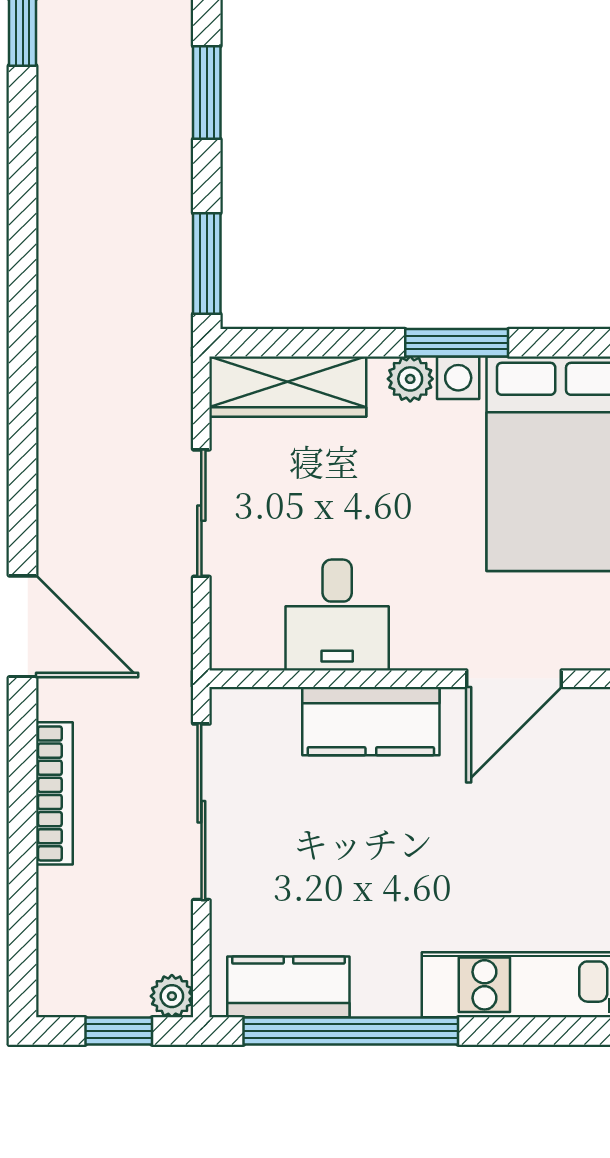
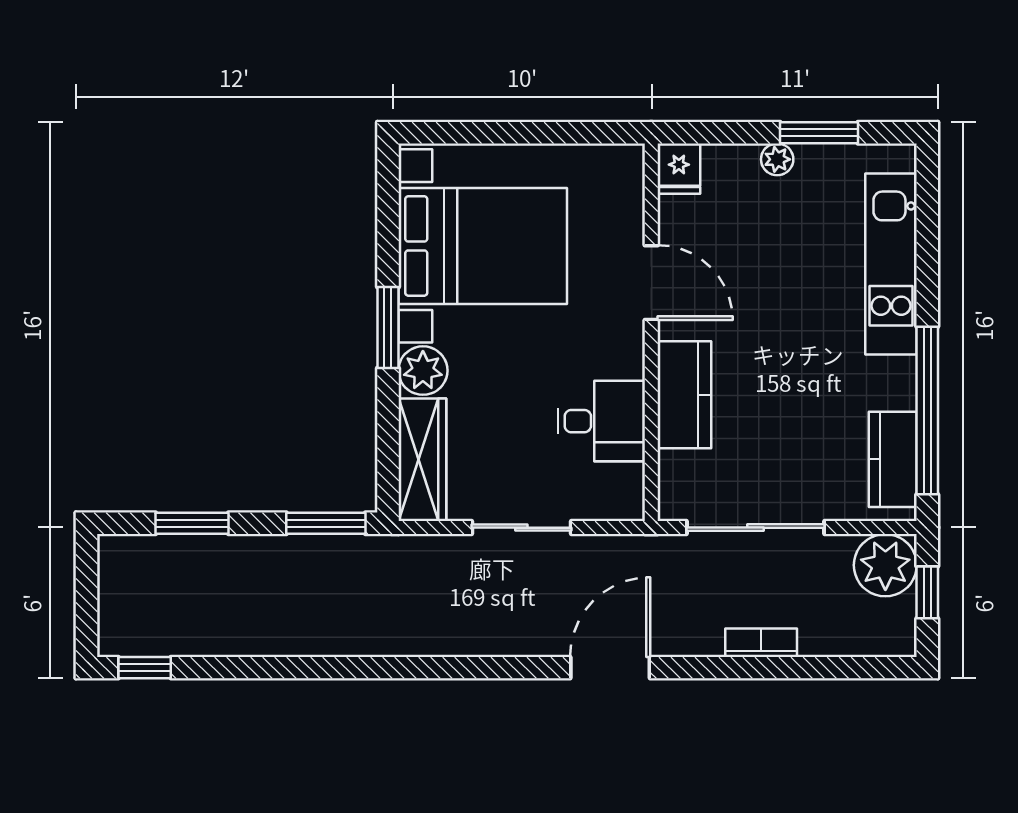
plant: (410, 379) -> (423, 371), width x1.38, depth x1.38
bookcase: (54, 793) -> (761, 643), width x0.64
plant: (172, 996) -> (885, 565), width x1.88, depth x1.88

